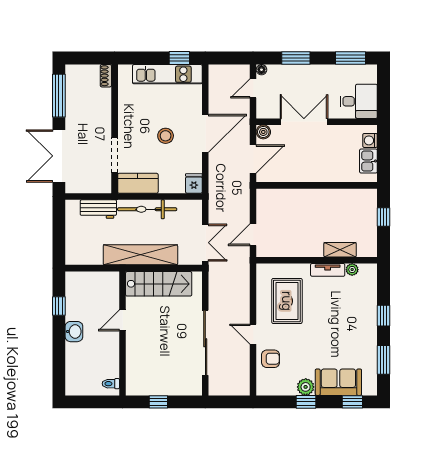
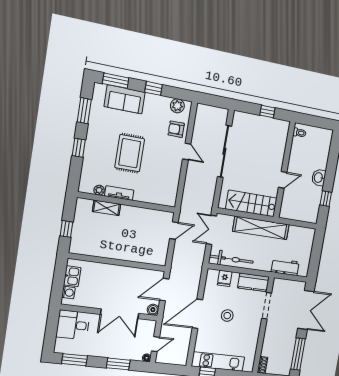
fridge: (194, 183) -> (225, 278), moved
bicycle: (147, 209) -> (231, 259), moved
rug: (287, 301) -> (130, 153), moved
plant: (306, 387) -> (177, 106), moved
window: (352, 402) -> (116, 81), width x1.50

